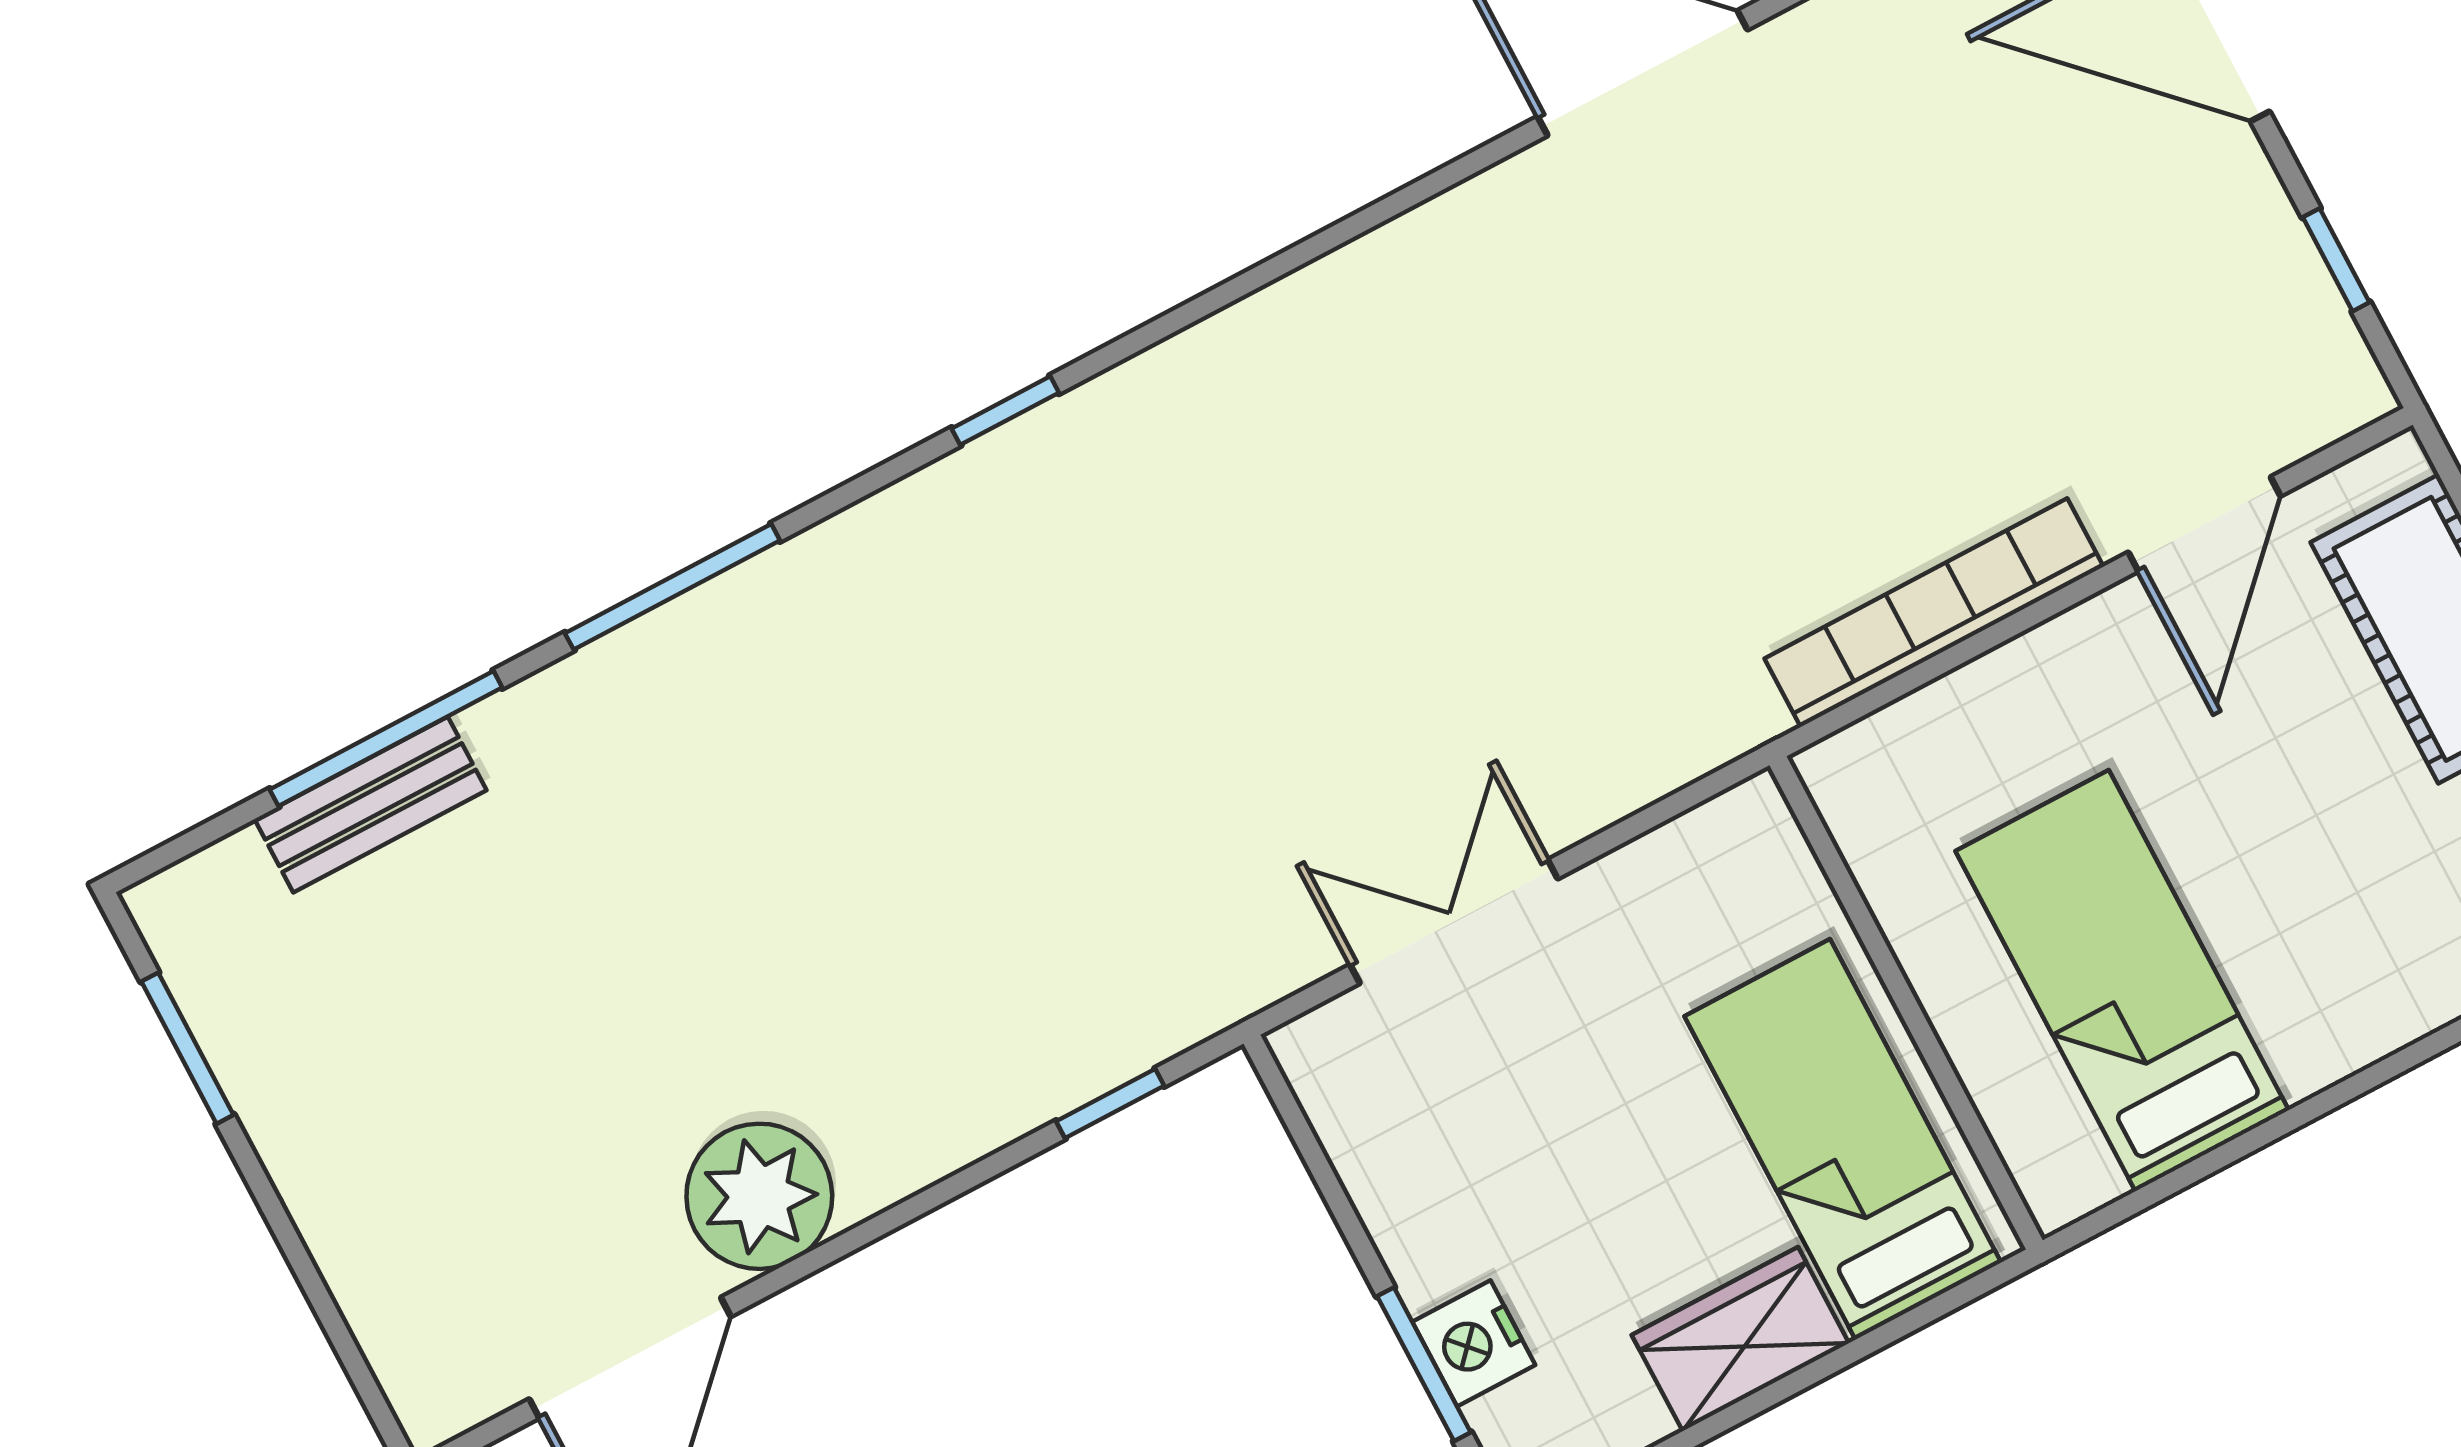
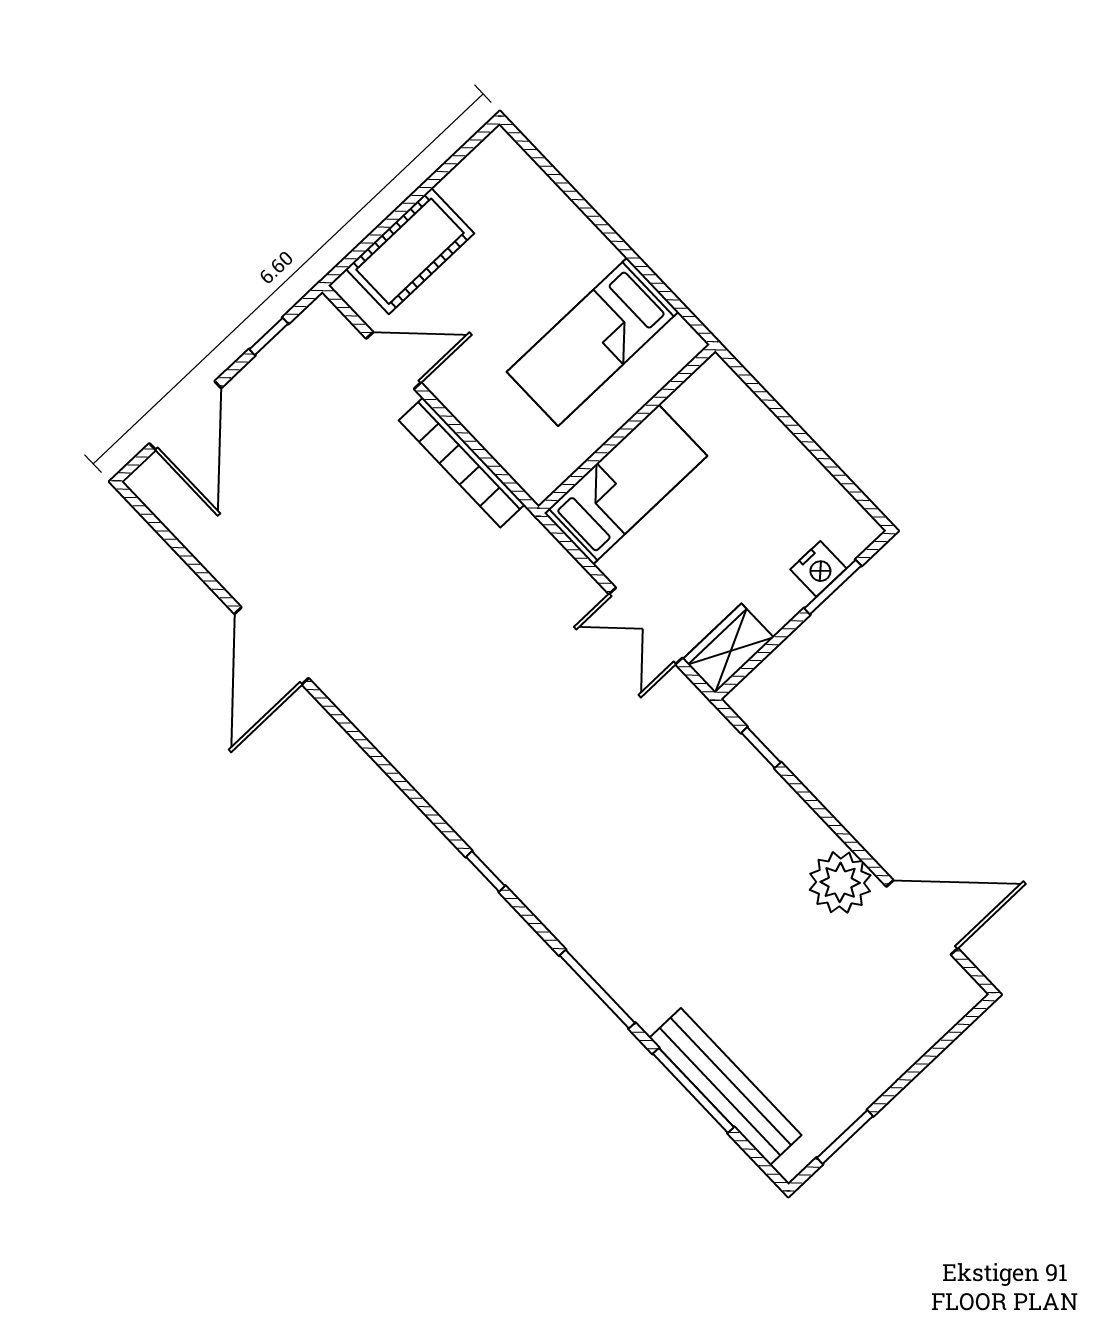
bench: (371, 805) -> (725, 1087), width x1.86, depth x1.21
bed: (1843, 1139) -> (626, 485), moved, turned 180
wardrobe: (1740, 1339) -> (728, 648), moved, turned 90

